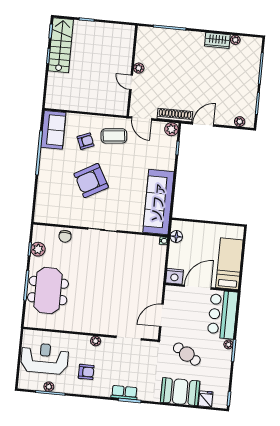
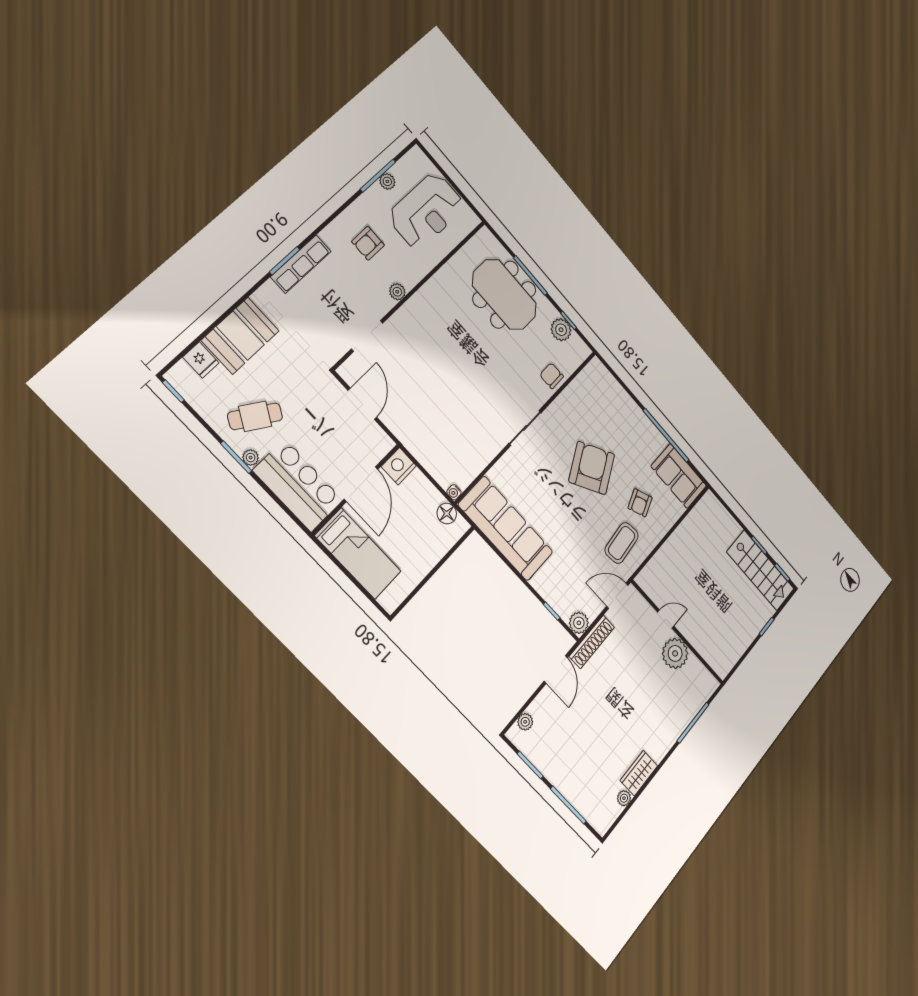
plant: (139, 68) -> (675, 653), width x1.87, depth x1.87
cafe table: (187, 354) -> (255, 416), moved
row of seats: (124, 393) -> (301, 264), width x1.48

